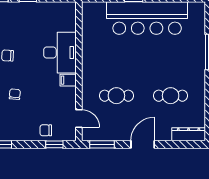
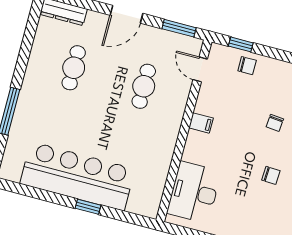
desk: (60, 53) -> (194, 192), moved
cafe table: (116, 96) -> (144, 86), turned 90
cafe table: (171, 96) -> (74, 68), turned 90

